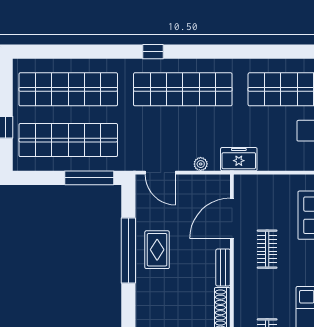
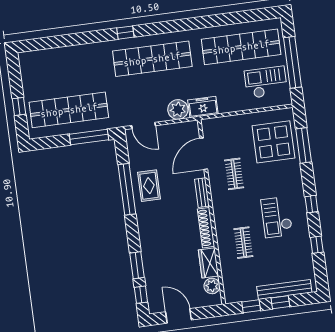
shop shelf: (68, 89) -> (64, 71), removed
plant: (201, 164) -> (178, 110), width x1.88, depth x1.88

